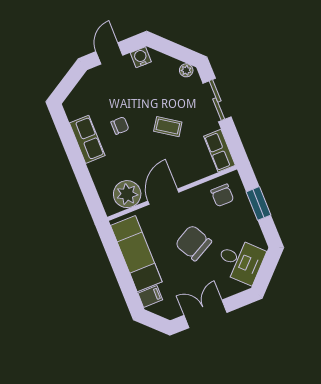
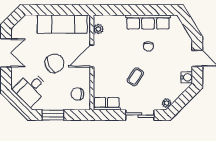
row of seats: (87, 139) -> (148, 22), width x1.48
plant: (127, 194) -> (98, 29), width x0.53, depth x0.53
door: (163, 197) -> (92, 56), swing flipped
window: (259, 203) -> (53, 115), moved
filing cabinet: (150, 297) -> (31, 22), removed

